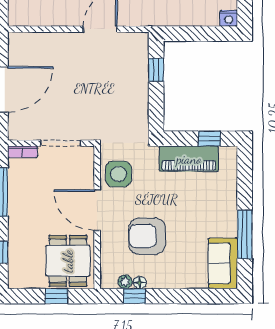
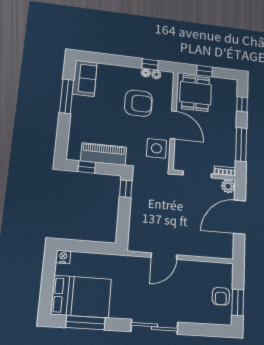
window: (156, 70) -> (126, 189), moved
plant: (17, 131) -> (228, 186), added

